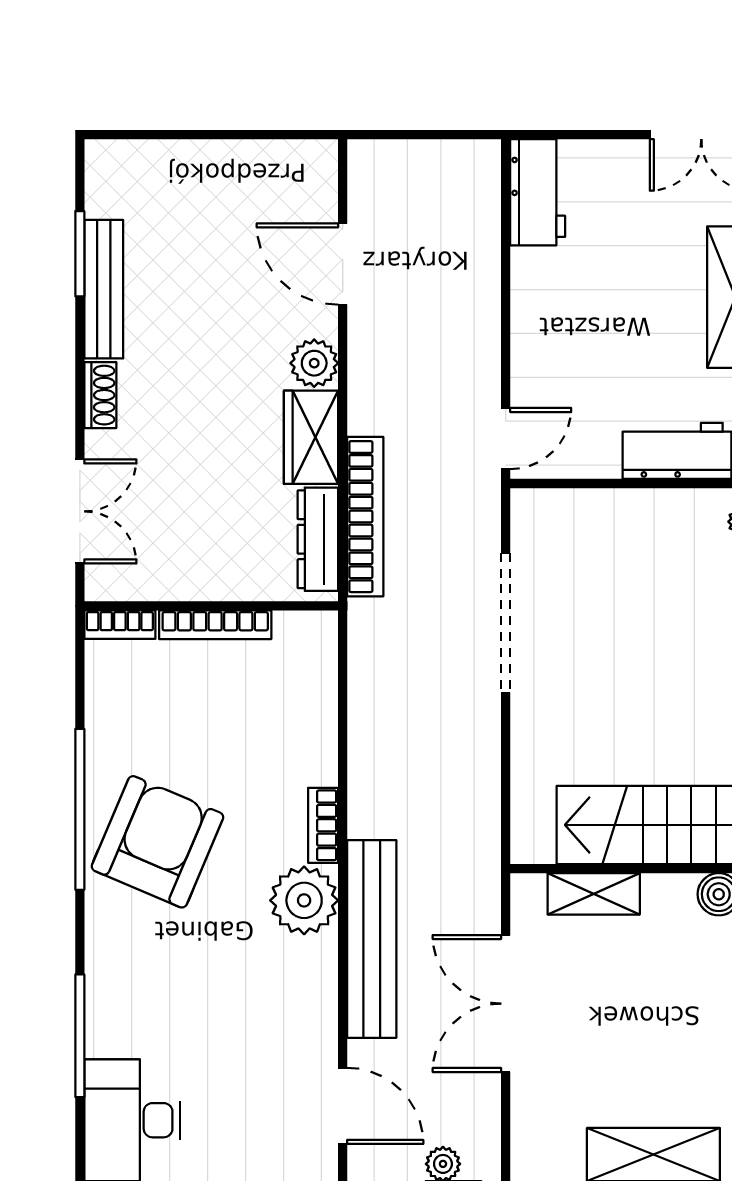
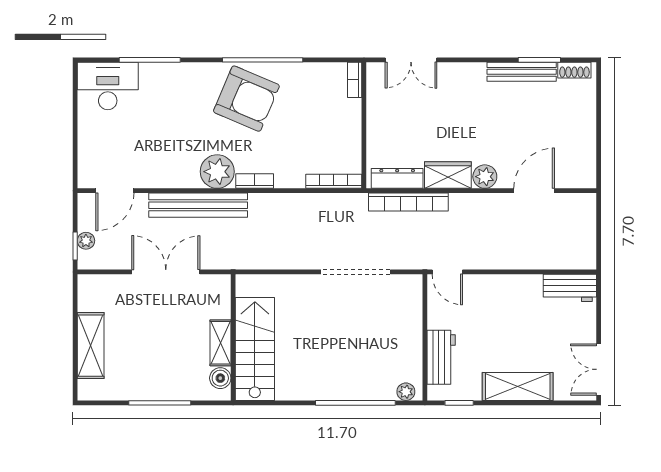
shoe rack: (100, 395) -> (574, 70), moved
bookcase: (215, 625) -> (334, 181), moved, turned 90
shelving: (594, 894) -> (220, 343), moved

